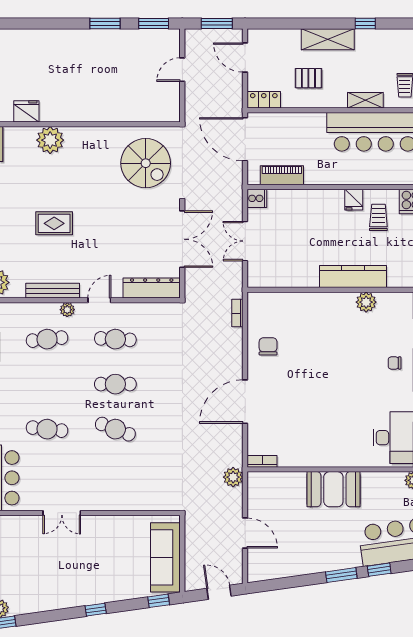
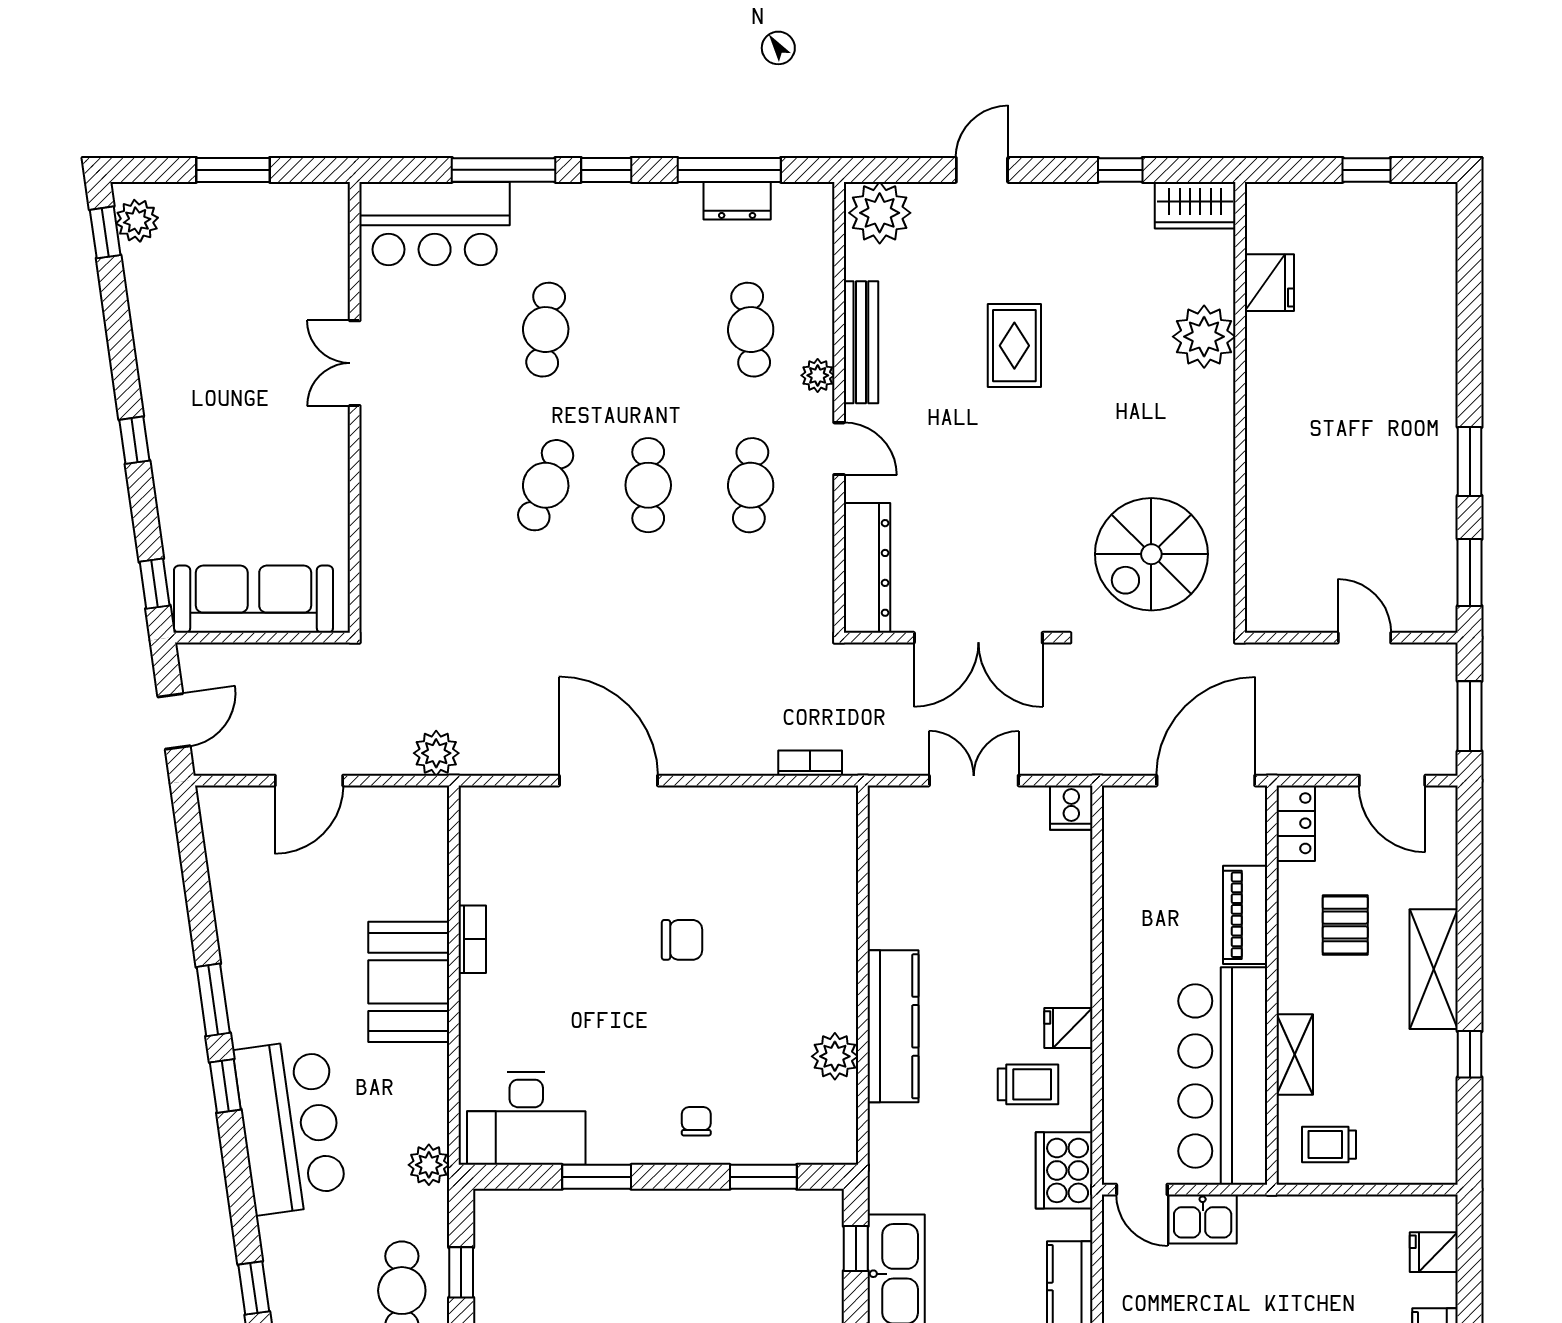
door: (245, 58) -> (1392, 781), swing flipped
piano: (282, 175) -> (1245, 915), moved, turned 180
chair: (268, 346) -> (682, 940), moved
bookcase: (262, 461) -> (472, 939), moved

